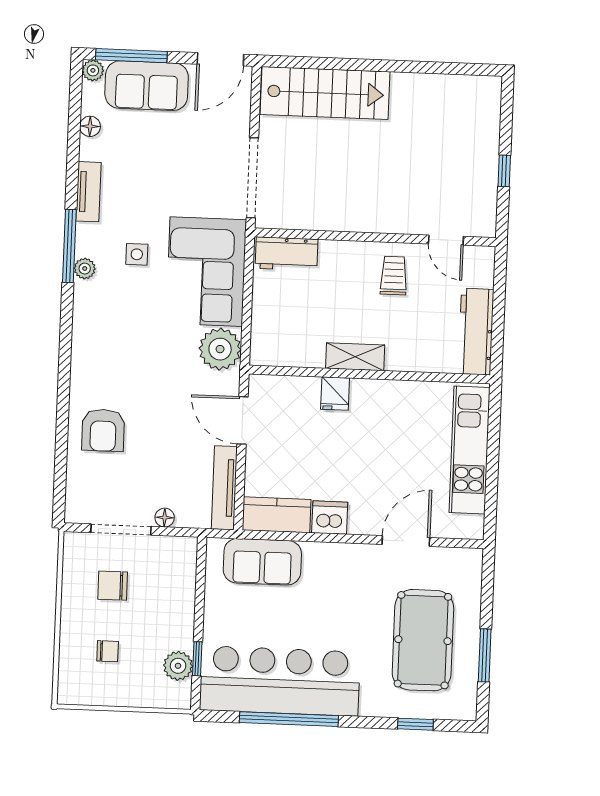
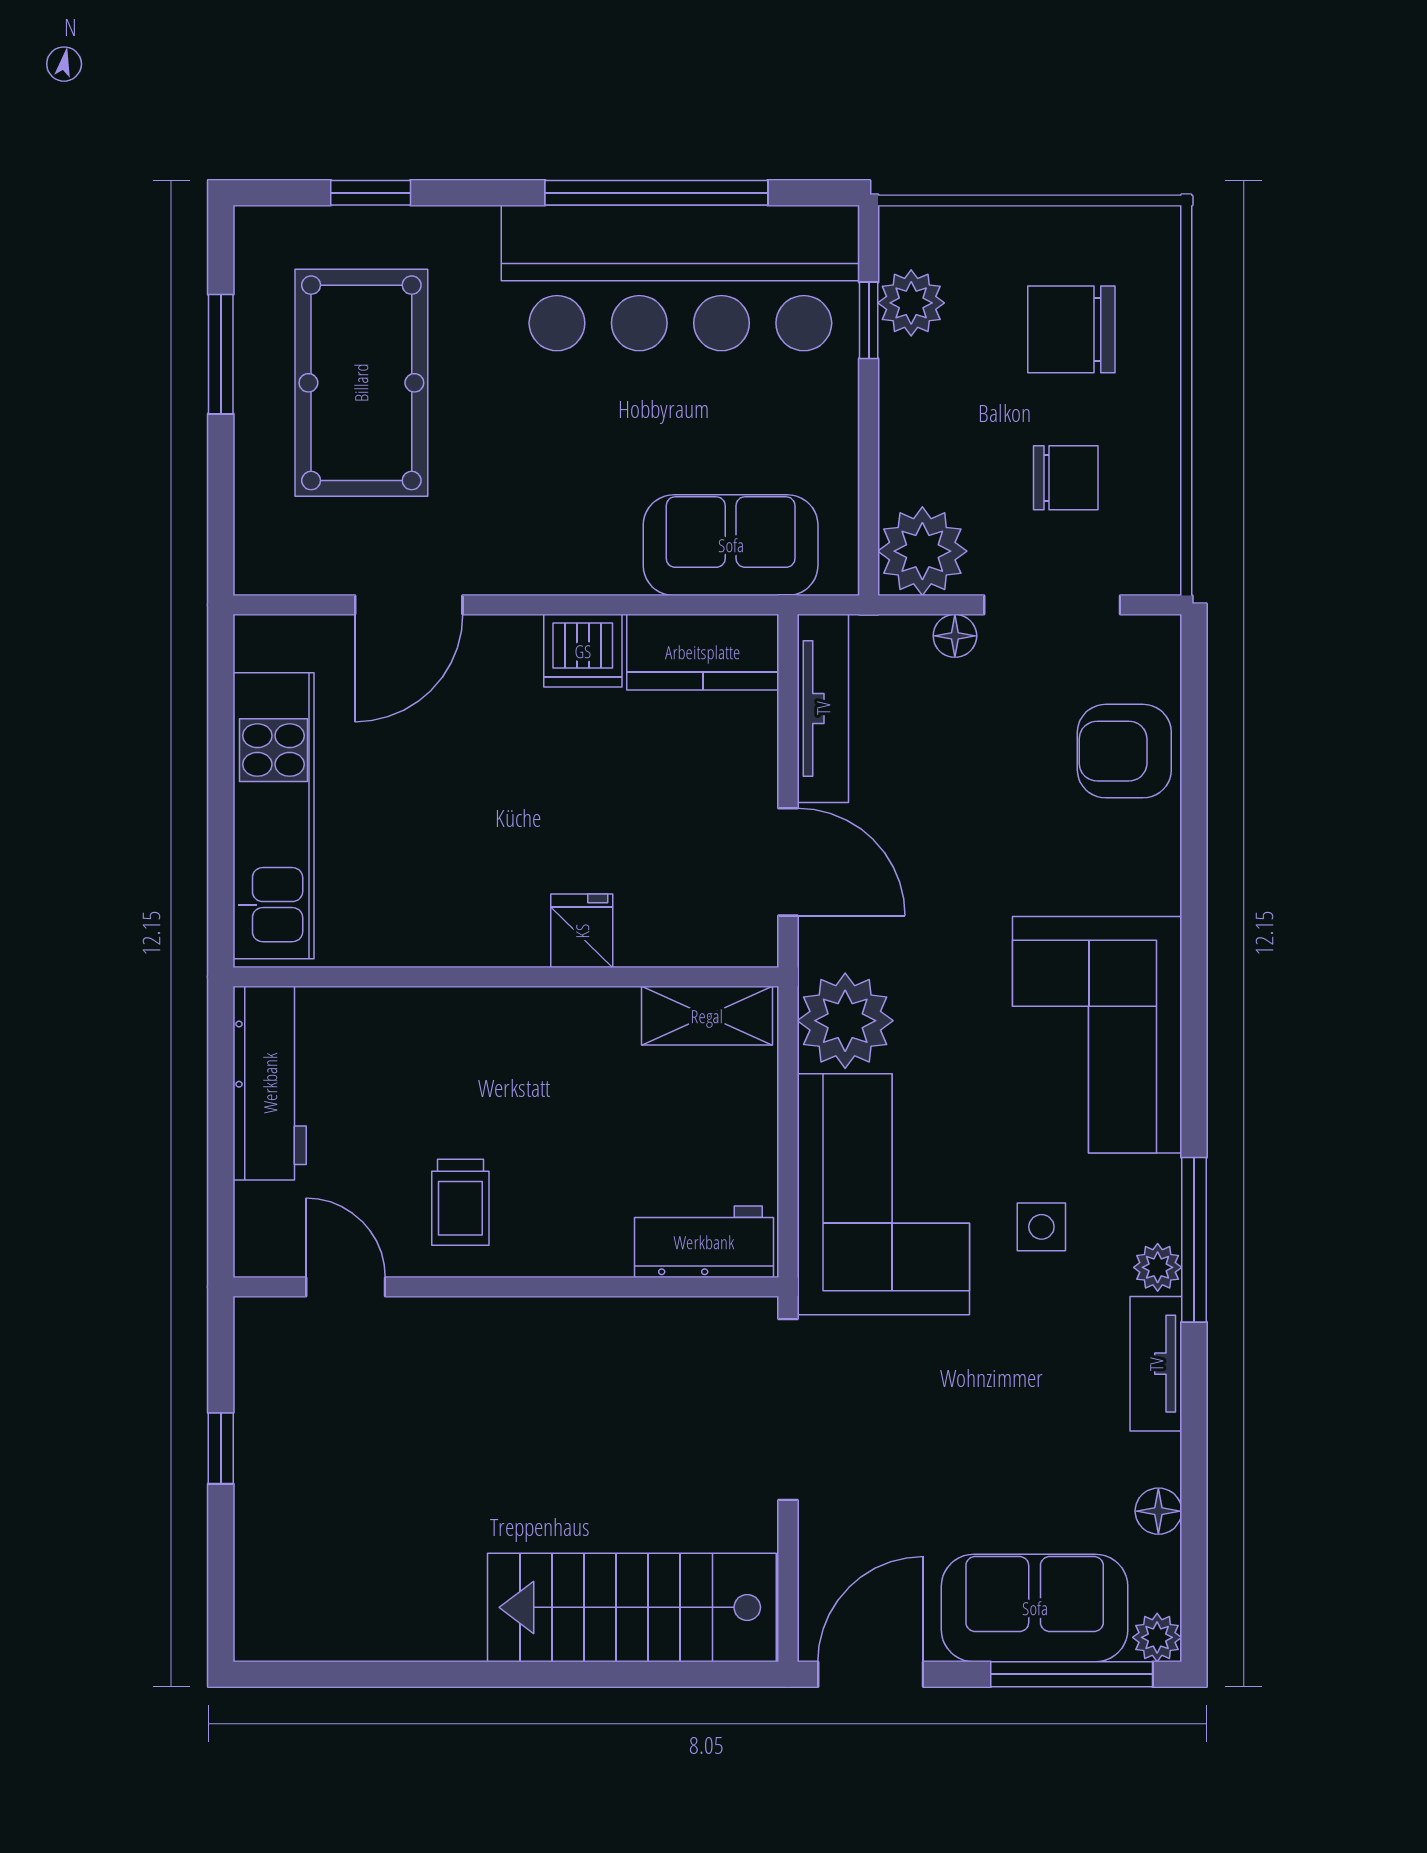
plant: (85, 269) -> (1158, 1267), moved
corner sofa: (109, 338) -> (1097, 1035), added
shelving: (355, 357) -> (707, 1016), moved
armchair: (103, 430) -> (1124, 751), moved, turned -90
plant: (178, 556) -> (922, 551), added
chair: (108, 651) -> (1071, 329), width x1.87, depth x1.87

